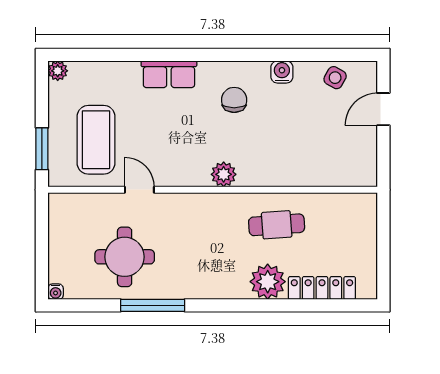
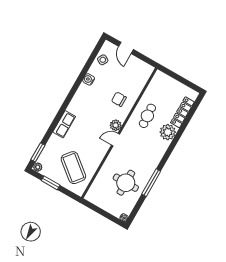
window: (86, 55) -> (38, 152), added
chair: (234, 100) -> (119, 99), moved
coffee table: (96, 140) -> (73, 168), turned 39
window: (42, 149) -> (51, 183), moved
door: (139, 190) -> (115, 140), moved

